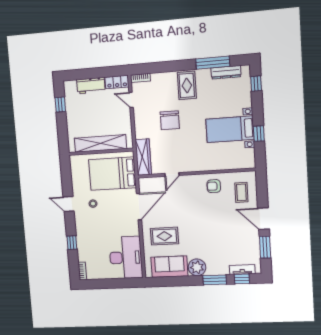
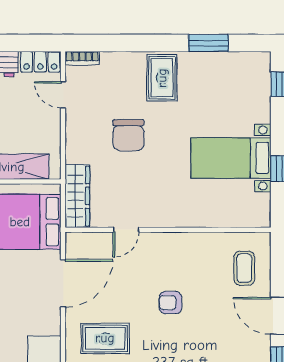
window: (213, 63) -> (209, 43), width x0.69
dresser: (226, 72) -> (230, 61), removed
armchair: (214, 186) -> (170, 303), moved

